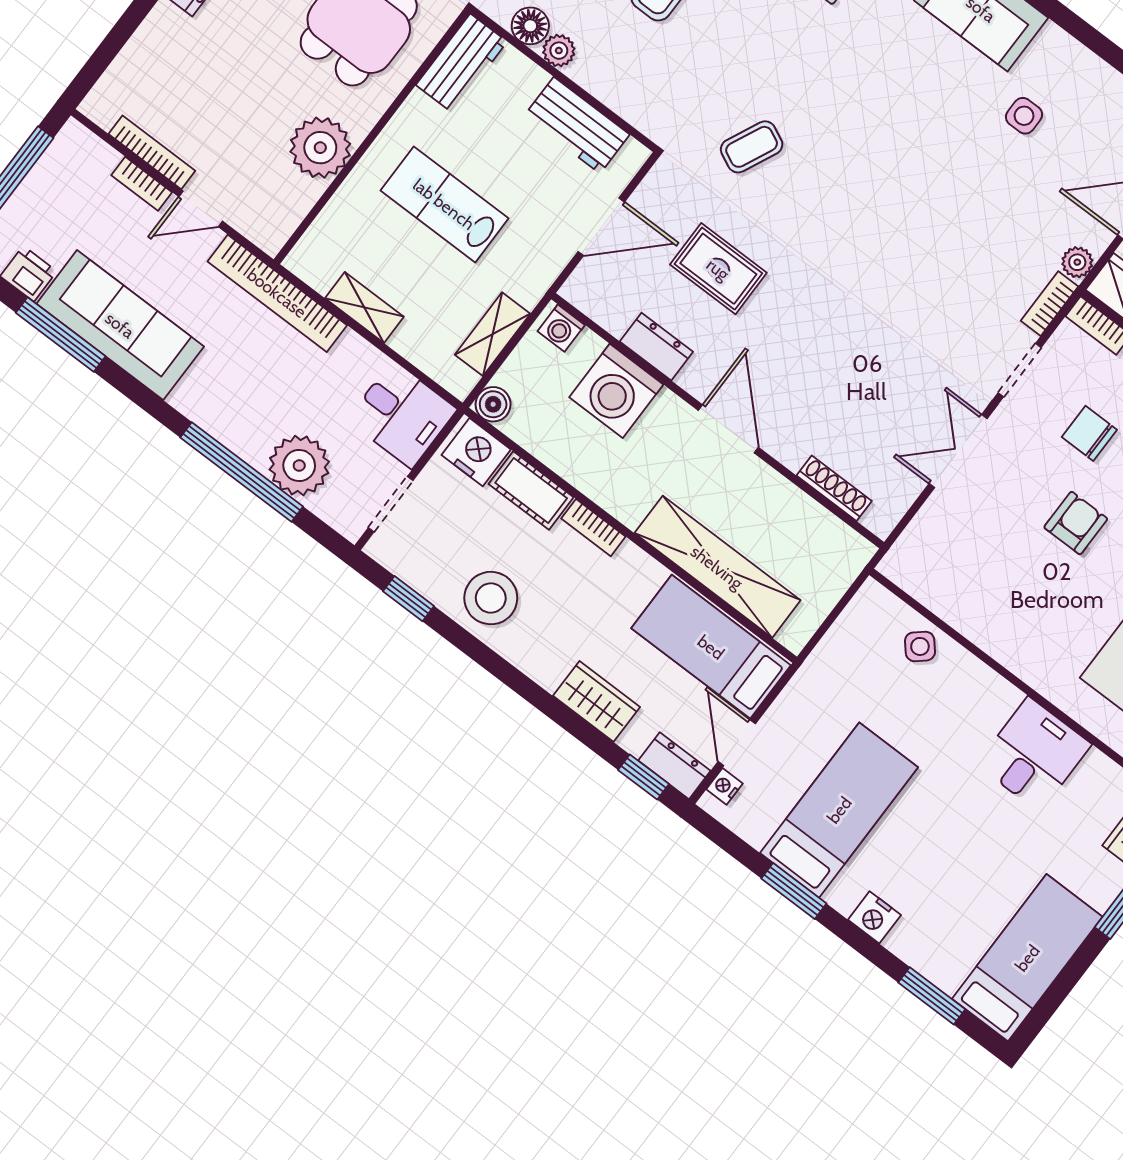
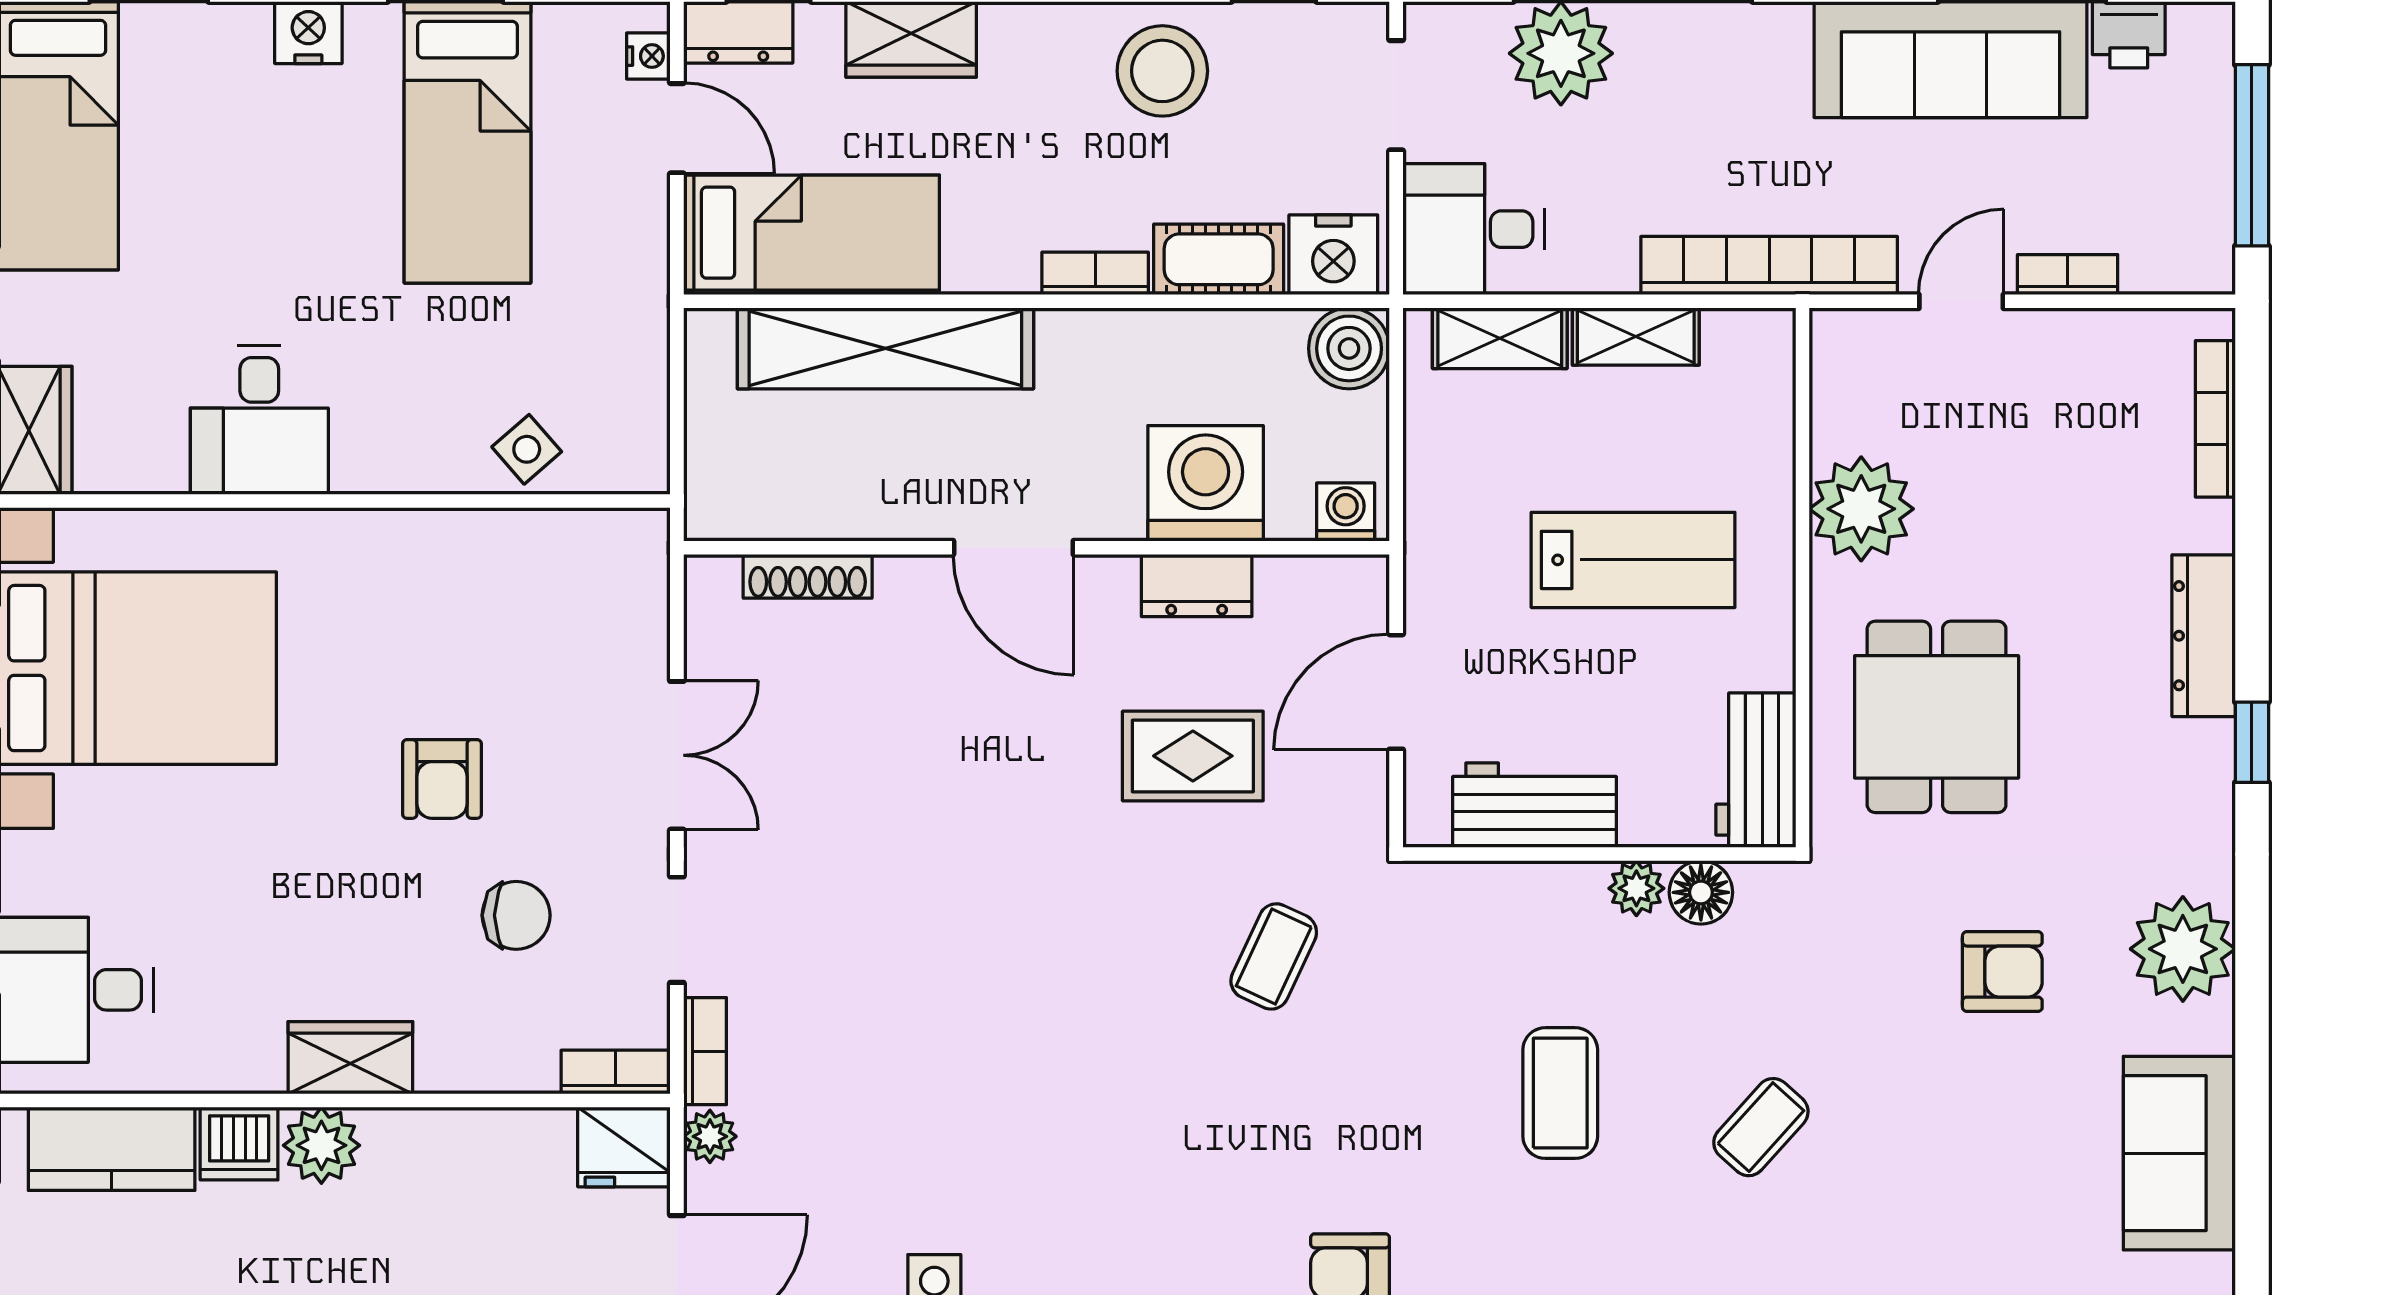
bookcase: (152, 152) -> (2215, 419), moved, turned 90
shelving: (493, 334) -> (1500, 338), moved, turned 90
boiler: (493, 404) -> (1349, 348), width x1.36, depth x1.36

